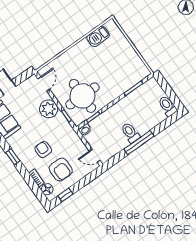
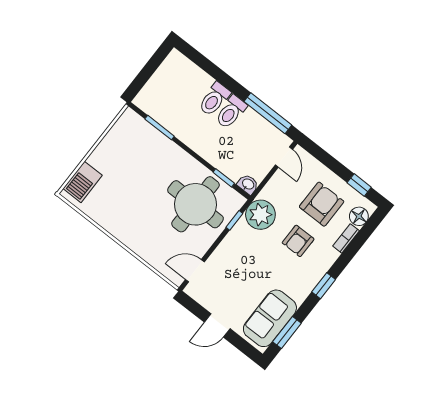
barbecue: (98, 36) -> (83, 182), moved, turned 90
toilet: (168, 106) -> (214, 99), moved
plant: (49, 109) -> (260, 215), moved
window: (139, 143) -> (268, 113), moved

